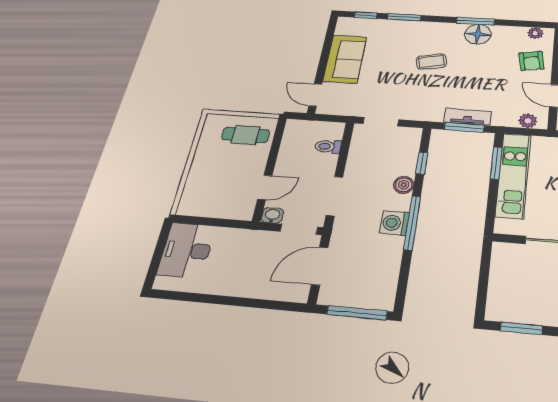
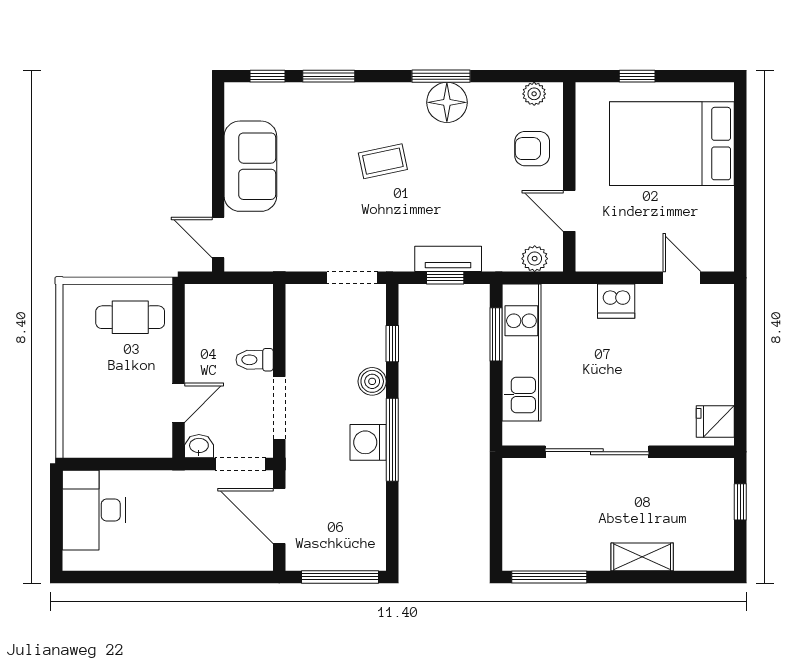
armchair: (531, 61) -> (532, 149), turned 100
doorway: (381, 122) -> (352, 278), moved
window: (464, 127) -> (445, 278), width x0.67
toilet: (328, 147) -> (255, 360), moved
door: (320, 266) -> (279, 516), hinge flipped
window: (521, 328) -> (549, 577), width x1.44

